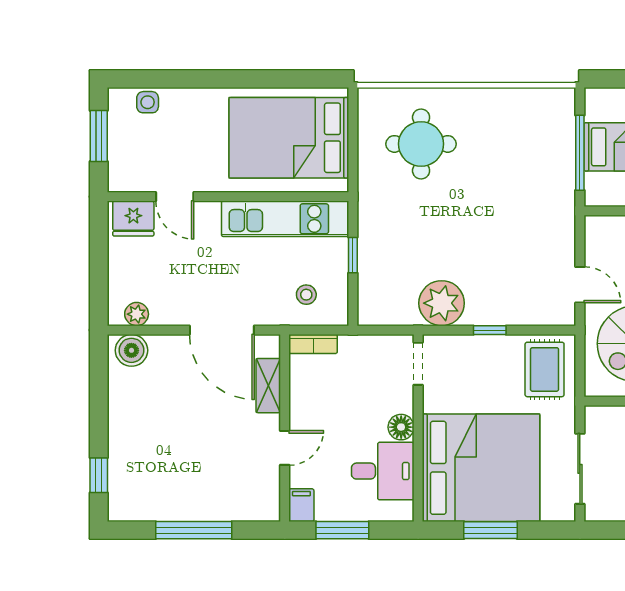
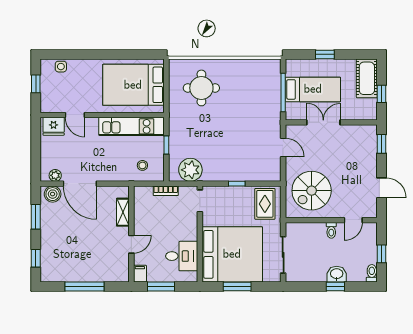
window: (99, 136) -> (36, 84), width x0.67
door: (580, 285) -> (283, 147), moved
plant: (442, 303) -> (190, 170), moved
door: (222, 330) -> (80, 184), moved
bookcase: (313, 344) -> (166, 191), moved
window: (99, 395) -> (36, 217), added
floor lamp: (401, 427) -> (191, 233), removed

